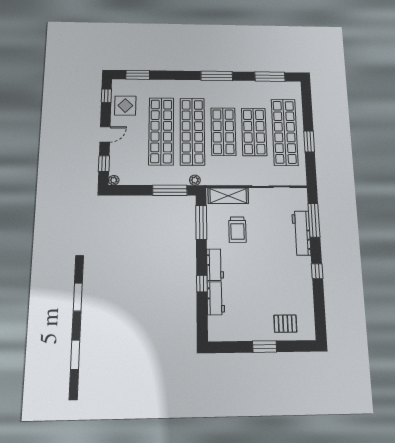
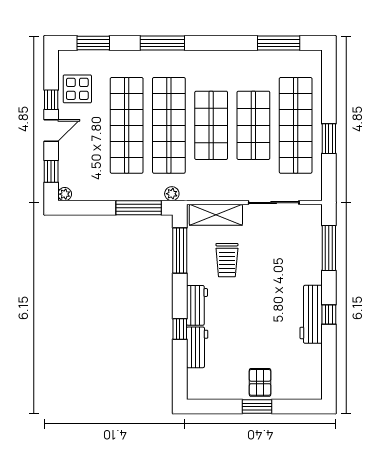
window: (217, 76) -> (162, 43), moved
window: (106, 96) -> (51, 100), moved
workbench: (301, 233) -> (311, 314), moved
pallet: (285, 324) -> (260, 382), moved, turned 90

